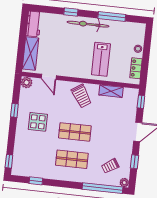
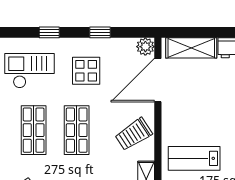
door: (49, 77) -> (158, 80), width x1.87
checkout: (34, 158) -> (29, 71), added
window: (9, 161) -> (49, 32), moved

